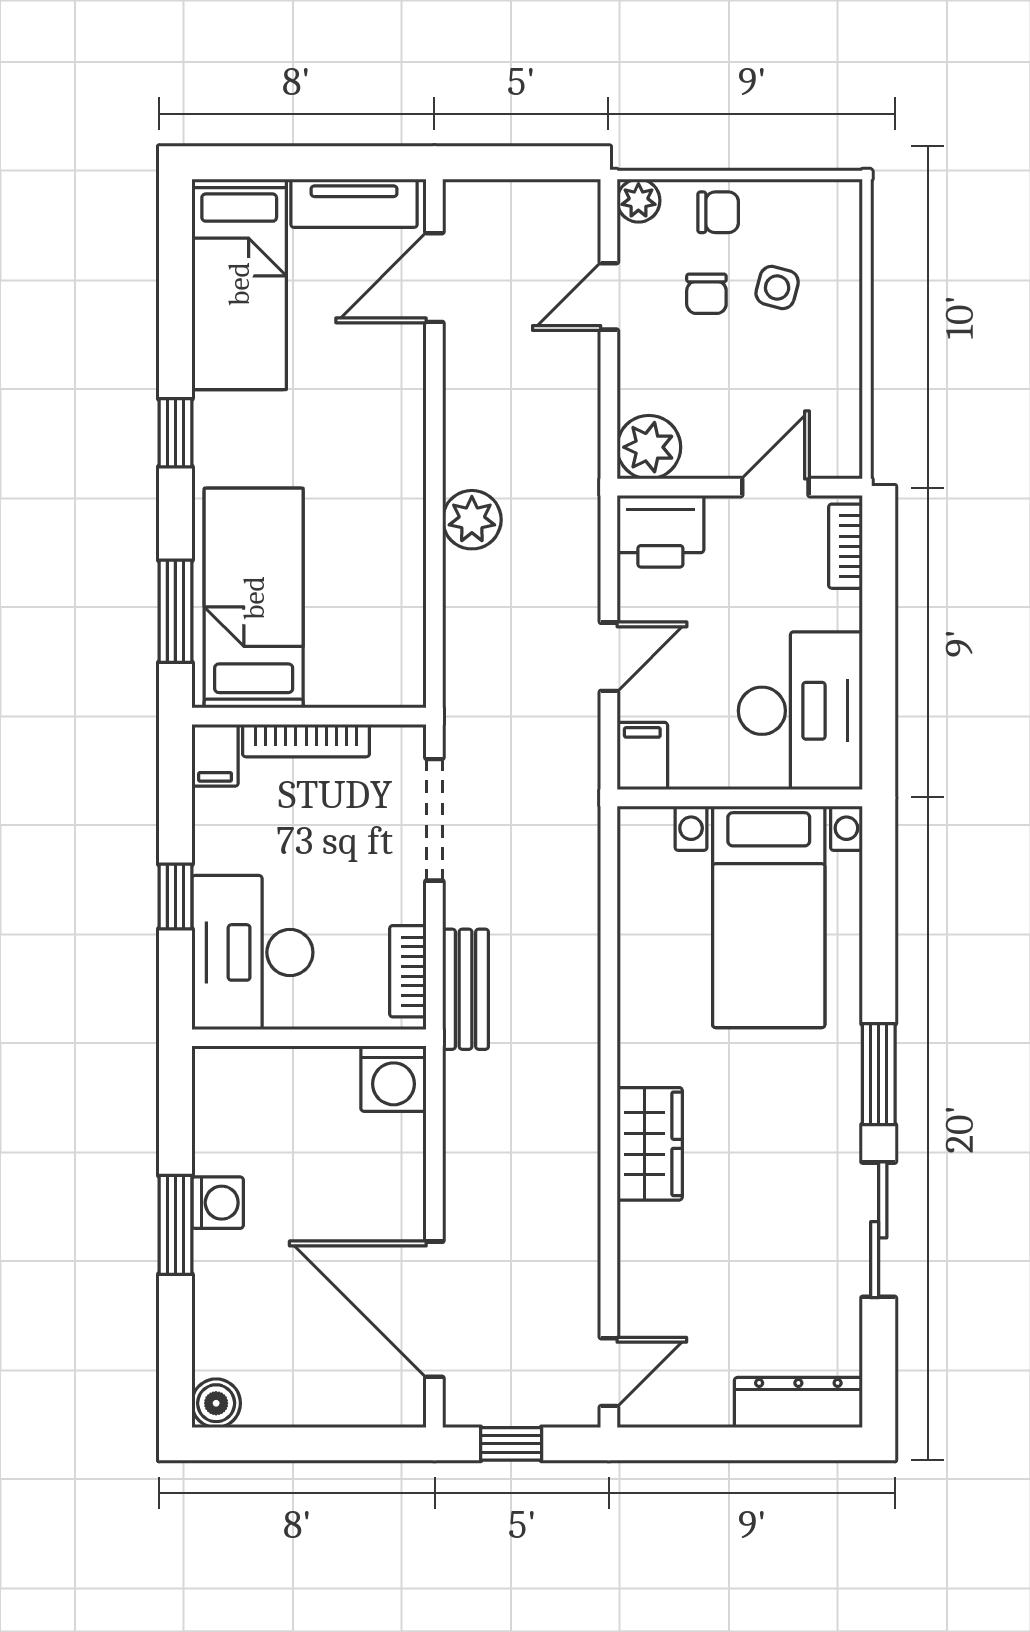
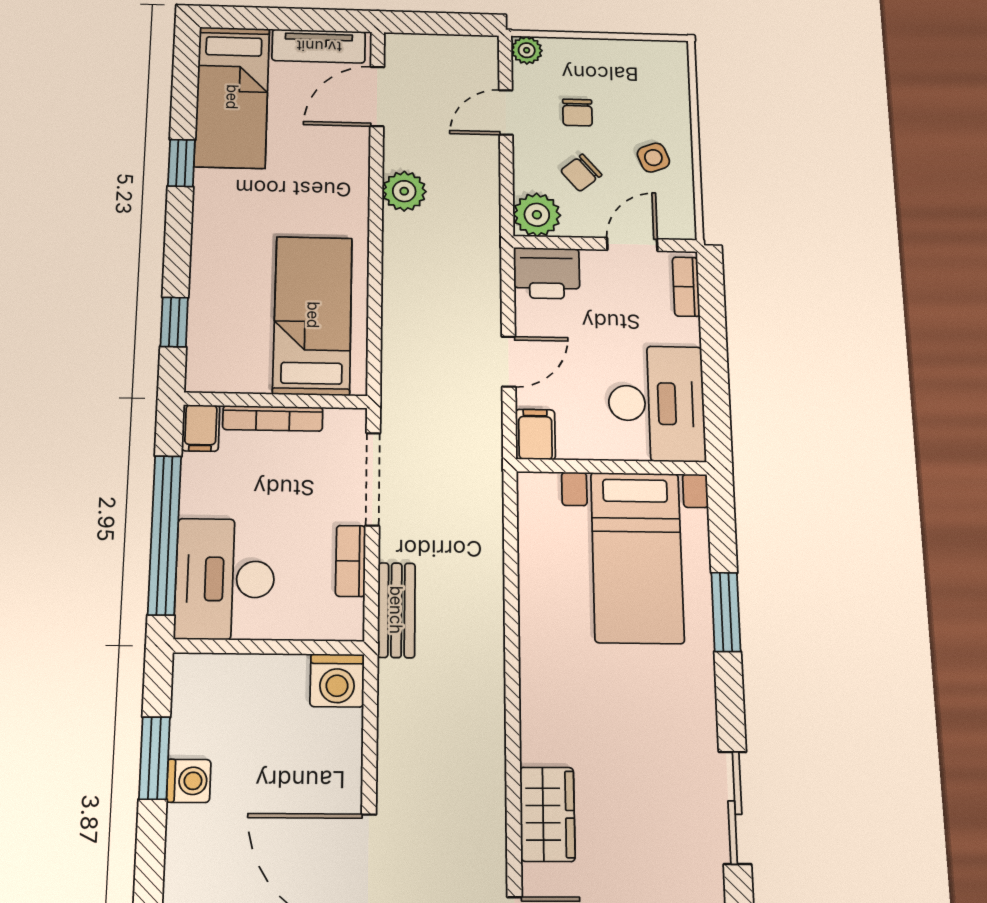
chair: (718, 212) -> (581, 173), moved, turned 140
side table: (777, 288) -> (653, 158), moved, turned -36
window: (175, 433) -> (181, 163), moved
plant: (472, 520) -> (404, 191), moved
bed: (254, 598) -> (313, 315), moved
window: (175, 611) -> (174, 322), width x0.67
window: (175, 897) -> (165, 535), width x3.17
bookcase: (408, 971) -> (351, 561), moved
window: (879, 1074) -> (726, 612), moved
wardrobe: (650, 1144) -> (547, 814), moved
window: (175, 1225) -> (154, 758), moved

